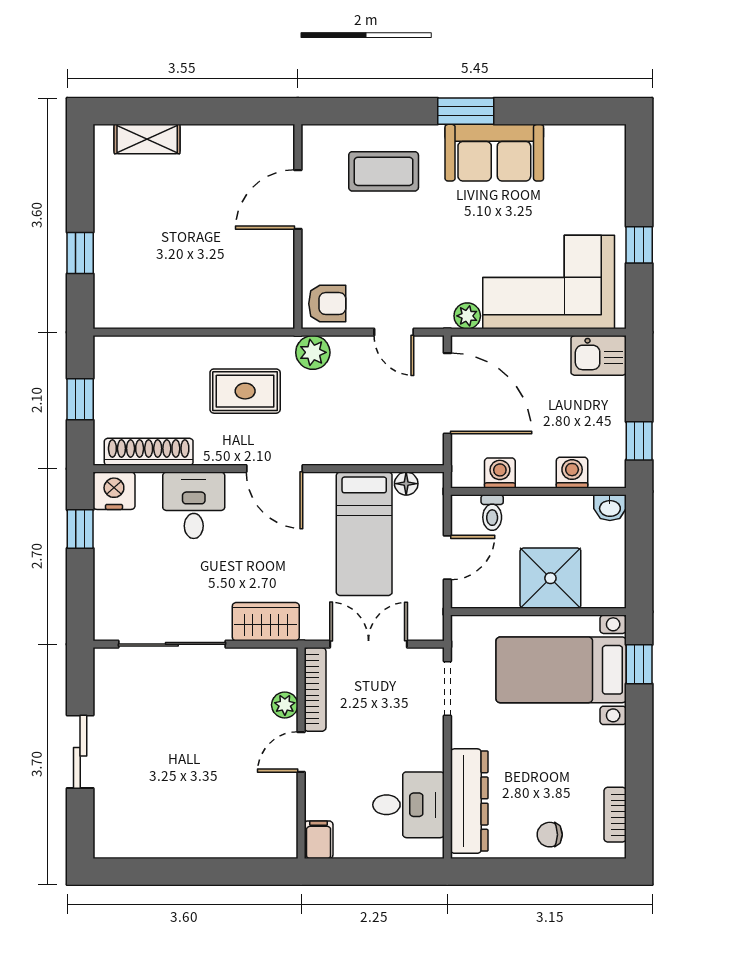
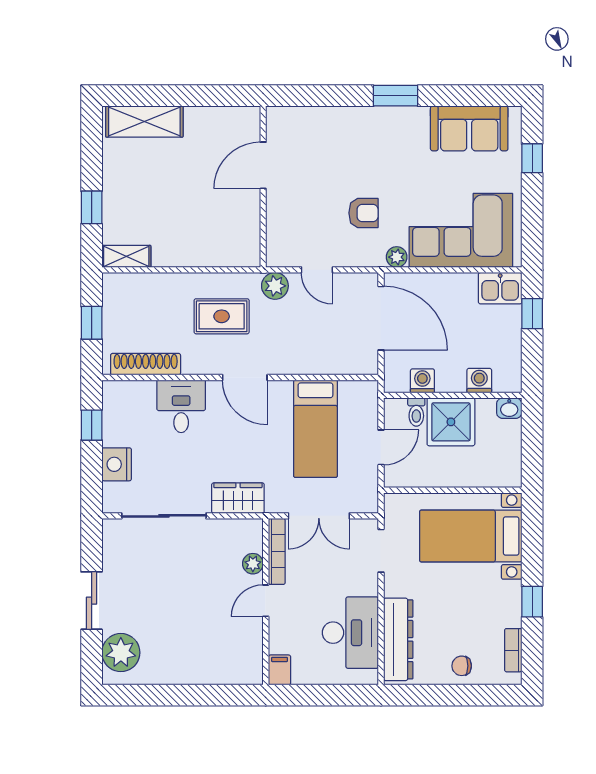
shelving: (147, 139) -> (144, 122), width x1.50, depth x1.33
sofa: (494, 153) -> (469, 128), moved
coffee table: (384, 171) -> (331, 143), removed
window: (639, 245) -> (532, 158), moved
armchair: (327, 304) -> (363, 213), moved
shelving: (124, 315) -> (126, 256), added
door: (394, 332) -> (317, 270), moved
window: (639, 441) -> (532, 314), moved
floor lamp: (406, 484) -> (349, 389), removed
nightstand: (114, 491) -> (117, 464), moved, turned -90
shower: (550, 578) -> (451, 422), moved
double door: (369, 644) -> (319, 516), swing flipped
window: (639, 664) -> (532, 602), moved
desk: (408, 805) -> (350, 633), width x1.37
plant: (117, 818) -> (121, 653), added

